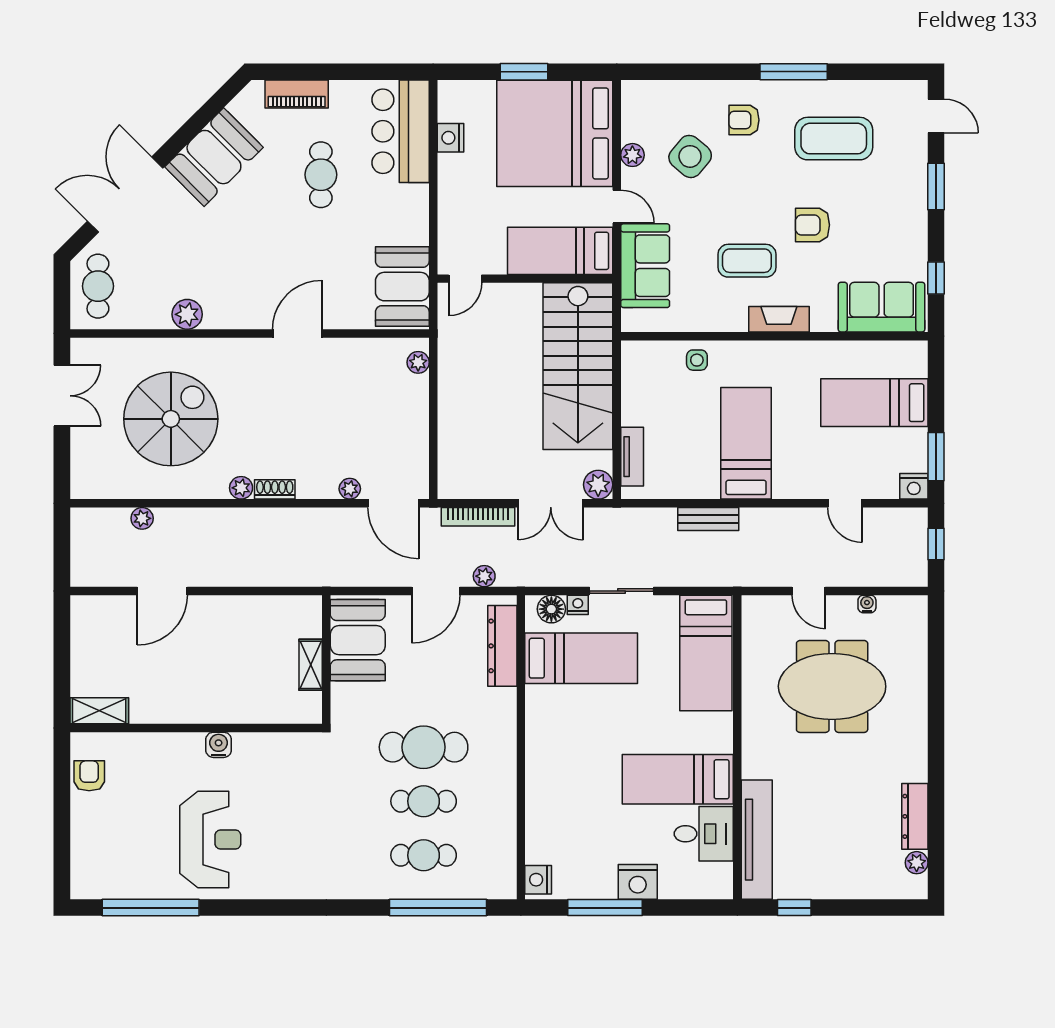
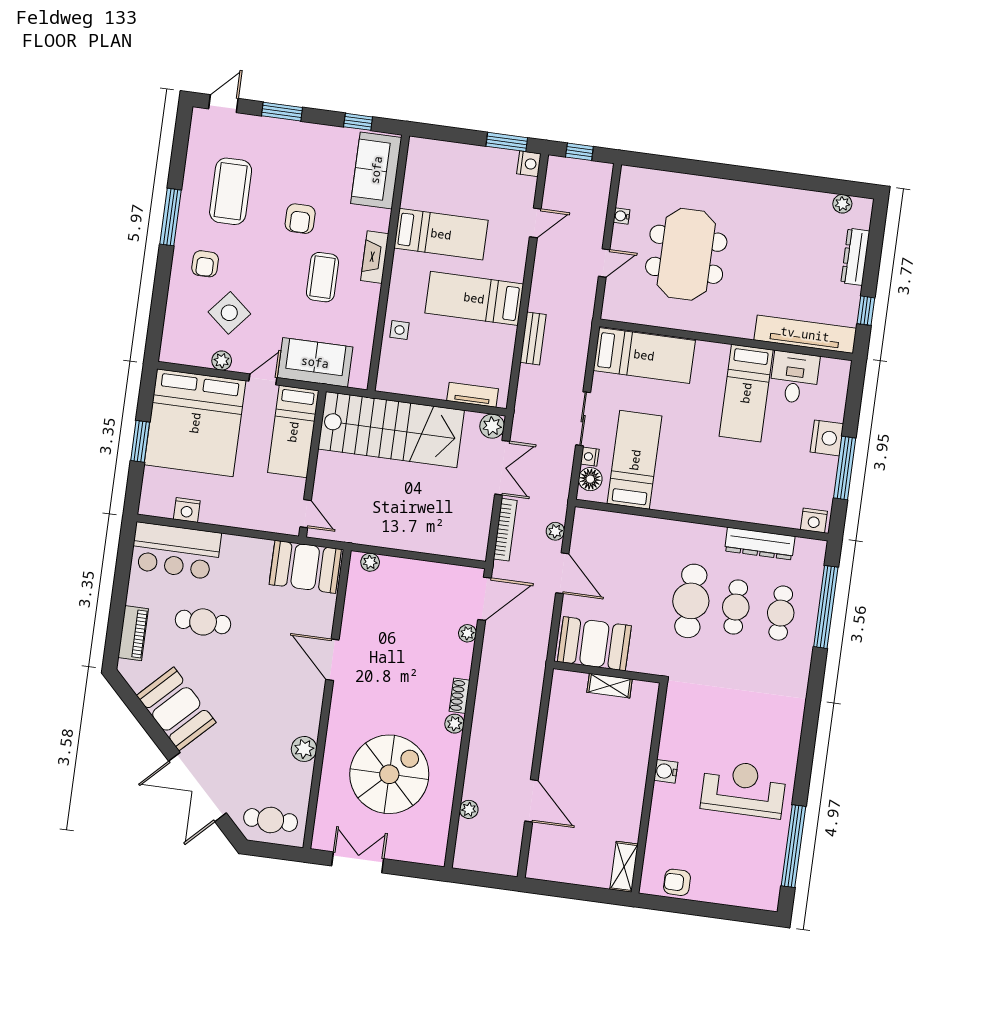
bed: (874, 403) -> (441, 234), moved, turned -90
spiral stairs: (171, 419) -> (389, 774), turned 90
dresser: (502, 646) -> (760, 544), moved
dresser: (915, 816) -> (855, 257), moved, turned 90

